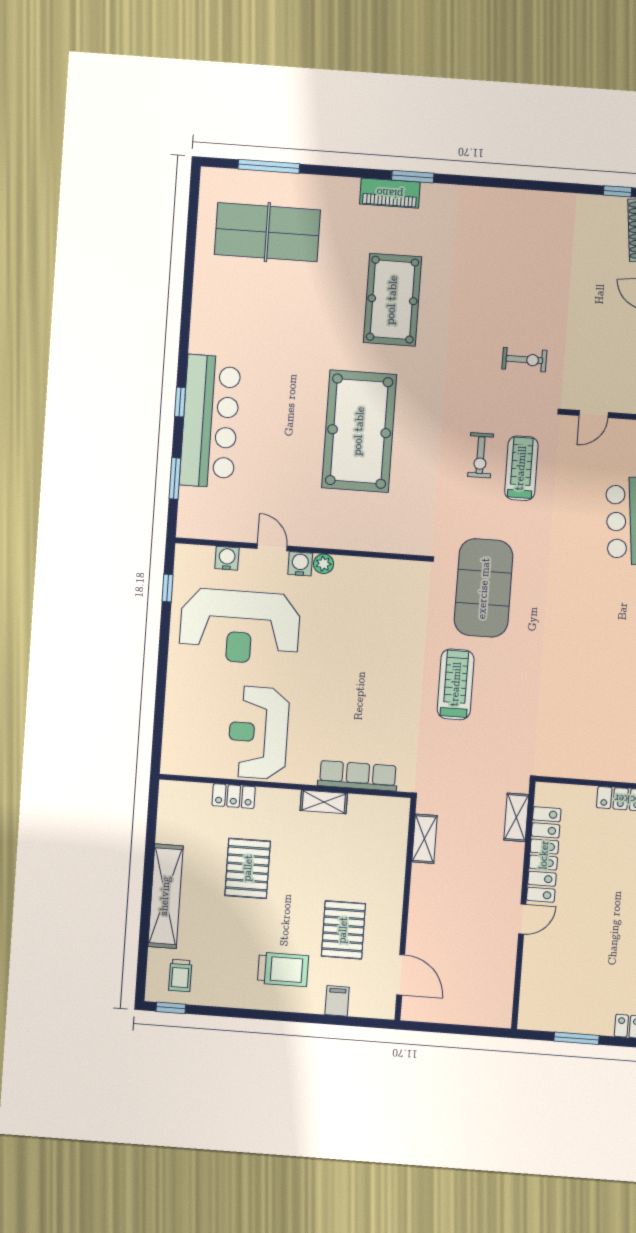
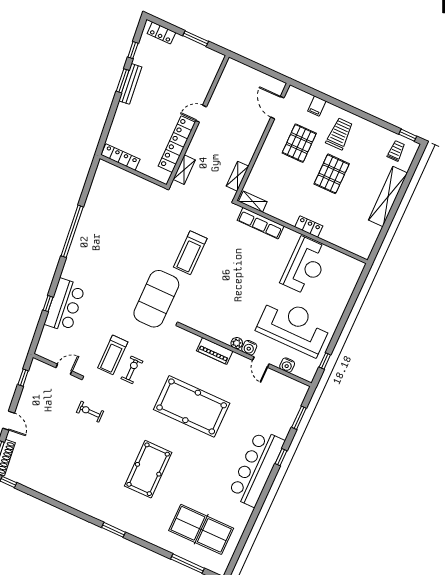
piano: (390, 193) -> (215, 351), moved, turned 180
bar counter: (210, 421) -> (257, 468), moved
pool table: (359, 431) -> (192, 406), turned 90
locker: (234, 796) -> (309, 227), moved
shelving: (324, 802) -> (253, 202), moved
pallet: (248, 868) -> (332, 174), moved
trolley: (283, 969) -> (340, 134), turned 90

